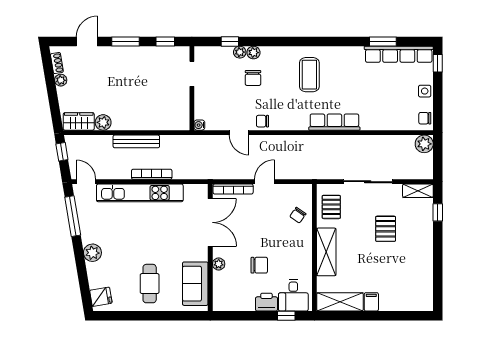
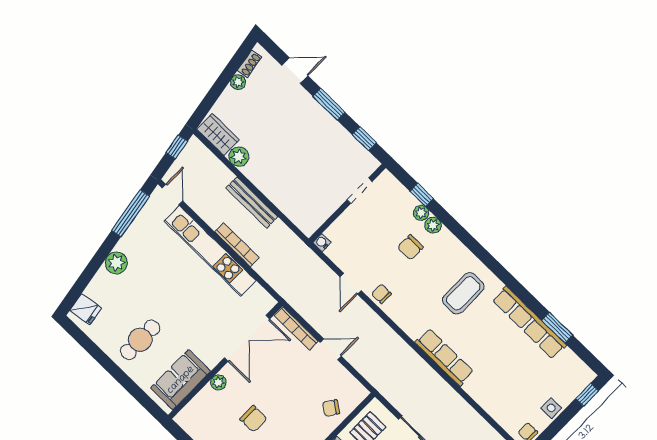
row of seats: (399, 54) -> (529, 323), moved

